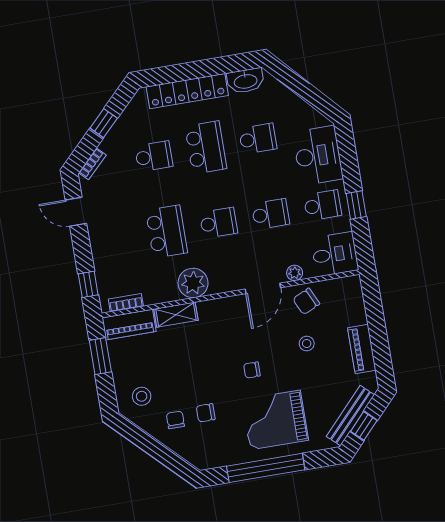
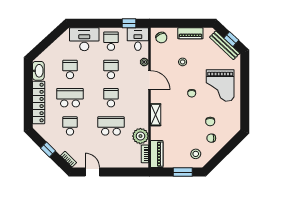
window: (356, 205) -> (129, 23), moved
door: (76, 212) -> (92, 172), swing flipped
plant: (193, 283) -> (140, 136), moved
window: (88, 284) -> (132, 172), removed
chair: (306, 301) -> (161, 38), moved
shelving: (176, 315) -> (156, 115), moved
window: (100, 356) -> (183, 172), moved
window: (266, 468) -> (245, 95), removed

